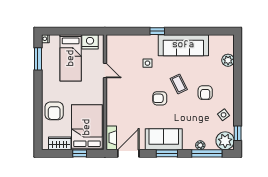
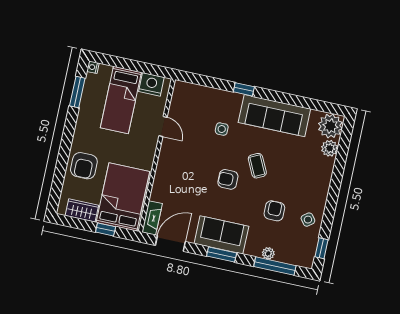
armchair: (205, 93) -> (274, 211), moved, turned 180
plant: (225, 141) -> (330, 126), moved

